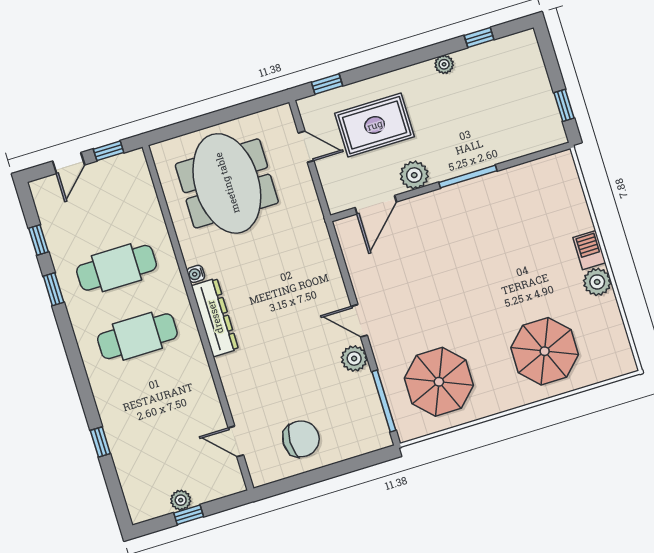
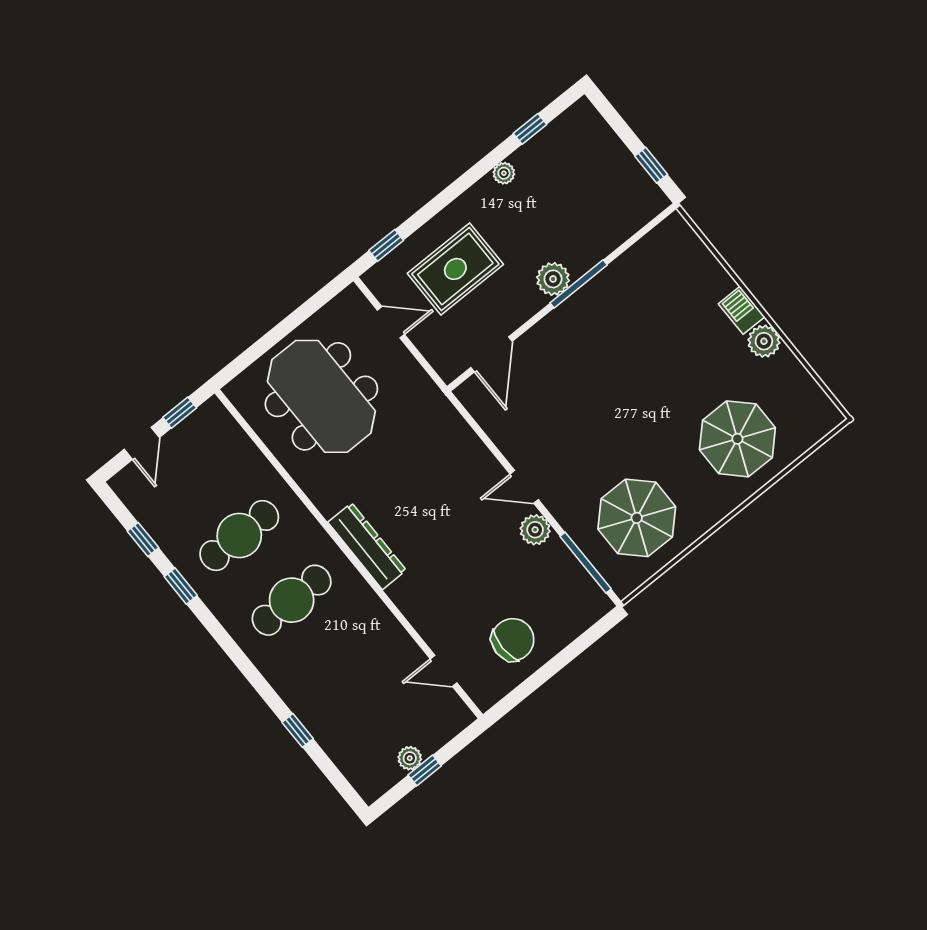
plant: (414, 175) -> (553, 279), moved
water cooler: (196, 274) -> (327, 507), removed

